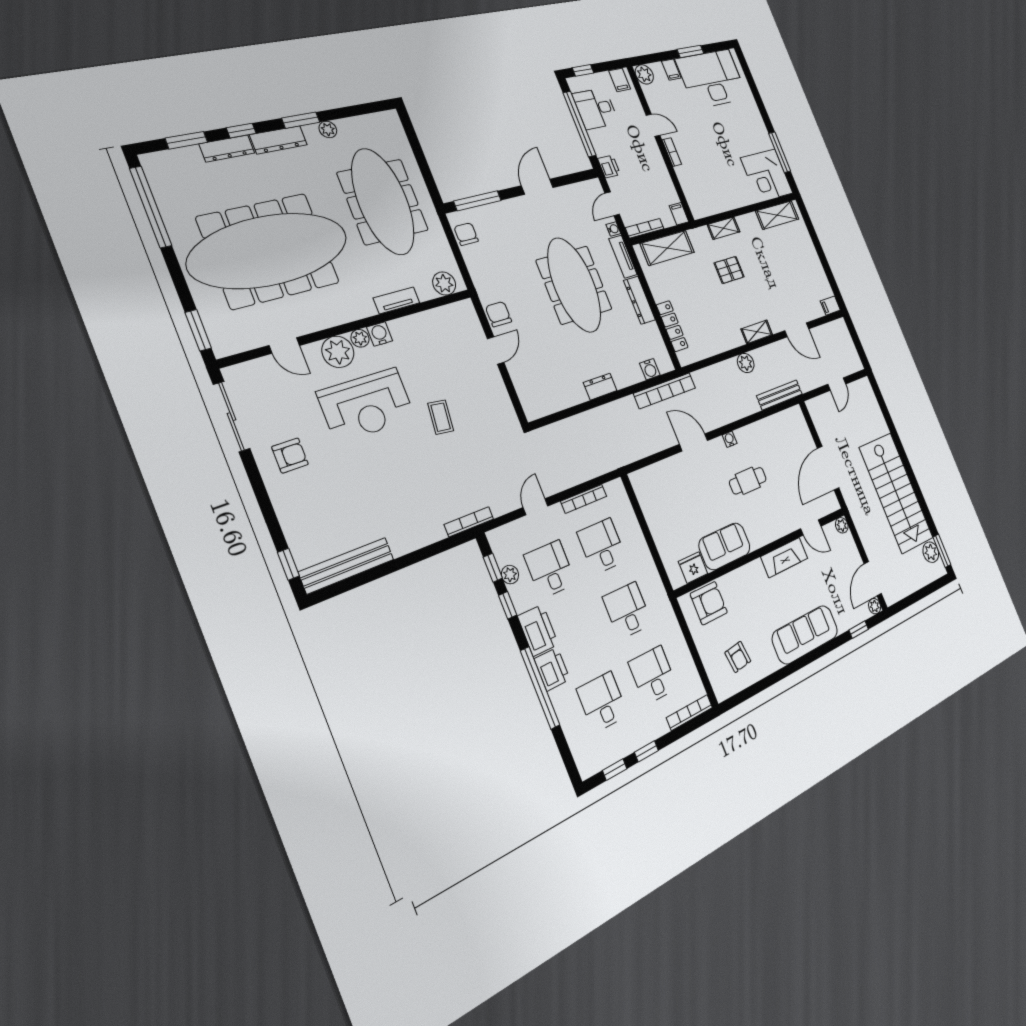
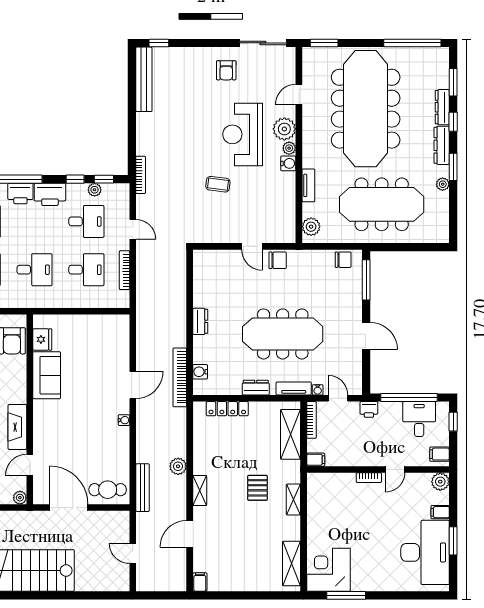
dresser: (639, 300) -> (256, 388), width x0.70
cafe table: (748, 481) -> (108, 490), moved, turned 90

